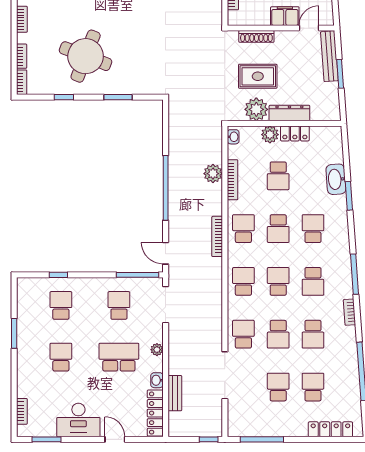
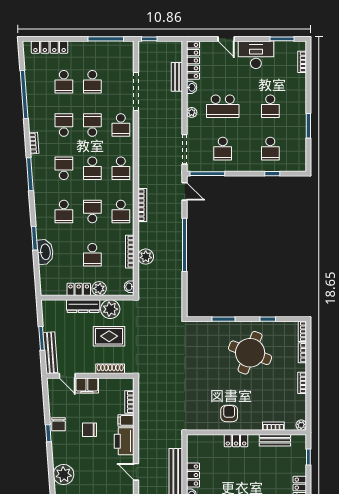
door: (309, 28) -> (67, 376), hinge flipped
school desk: (278, 176) -> (92, 255), turned 180

